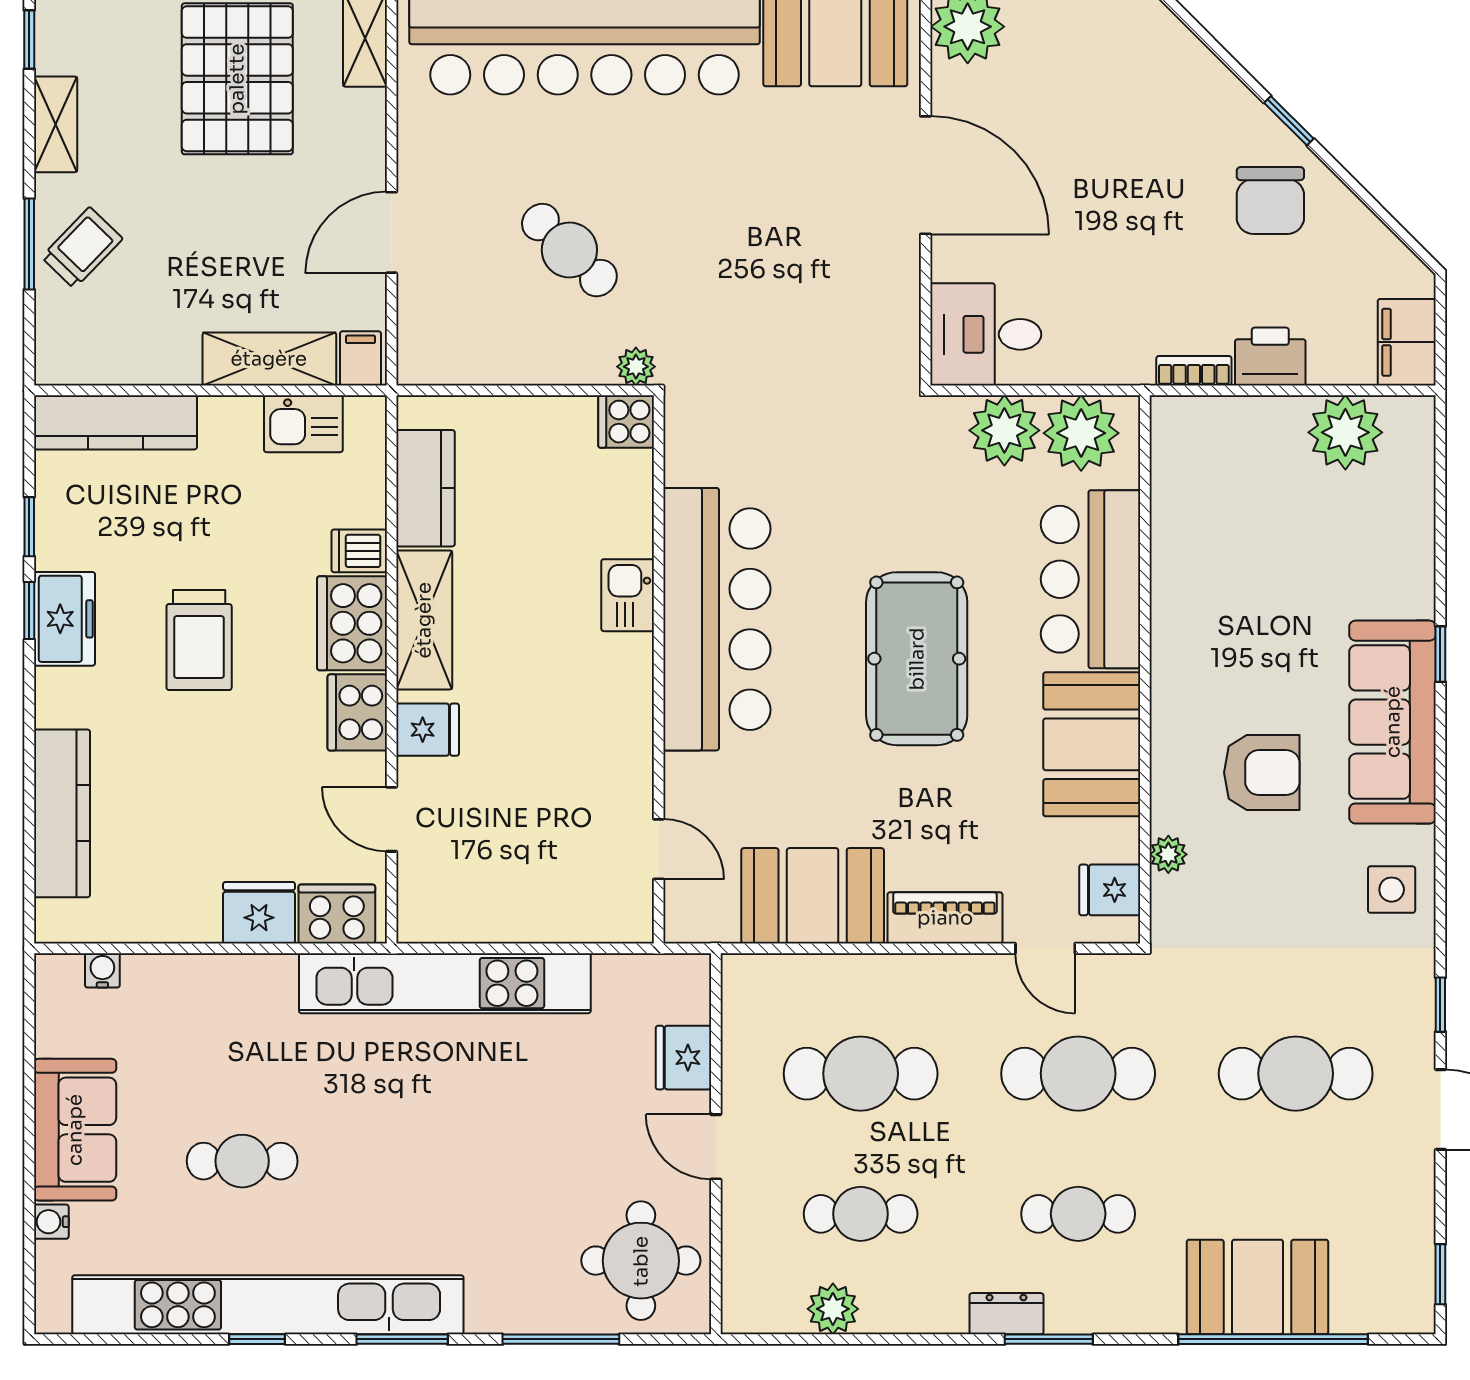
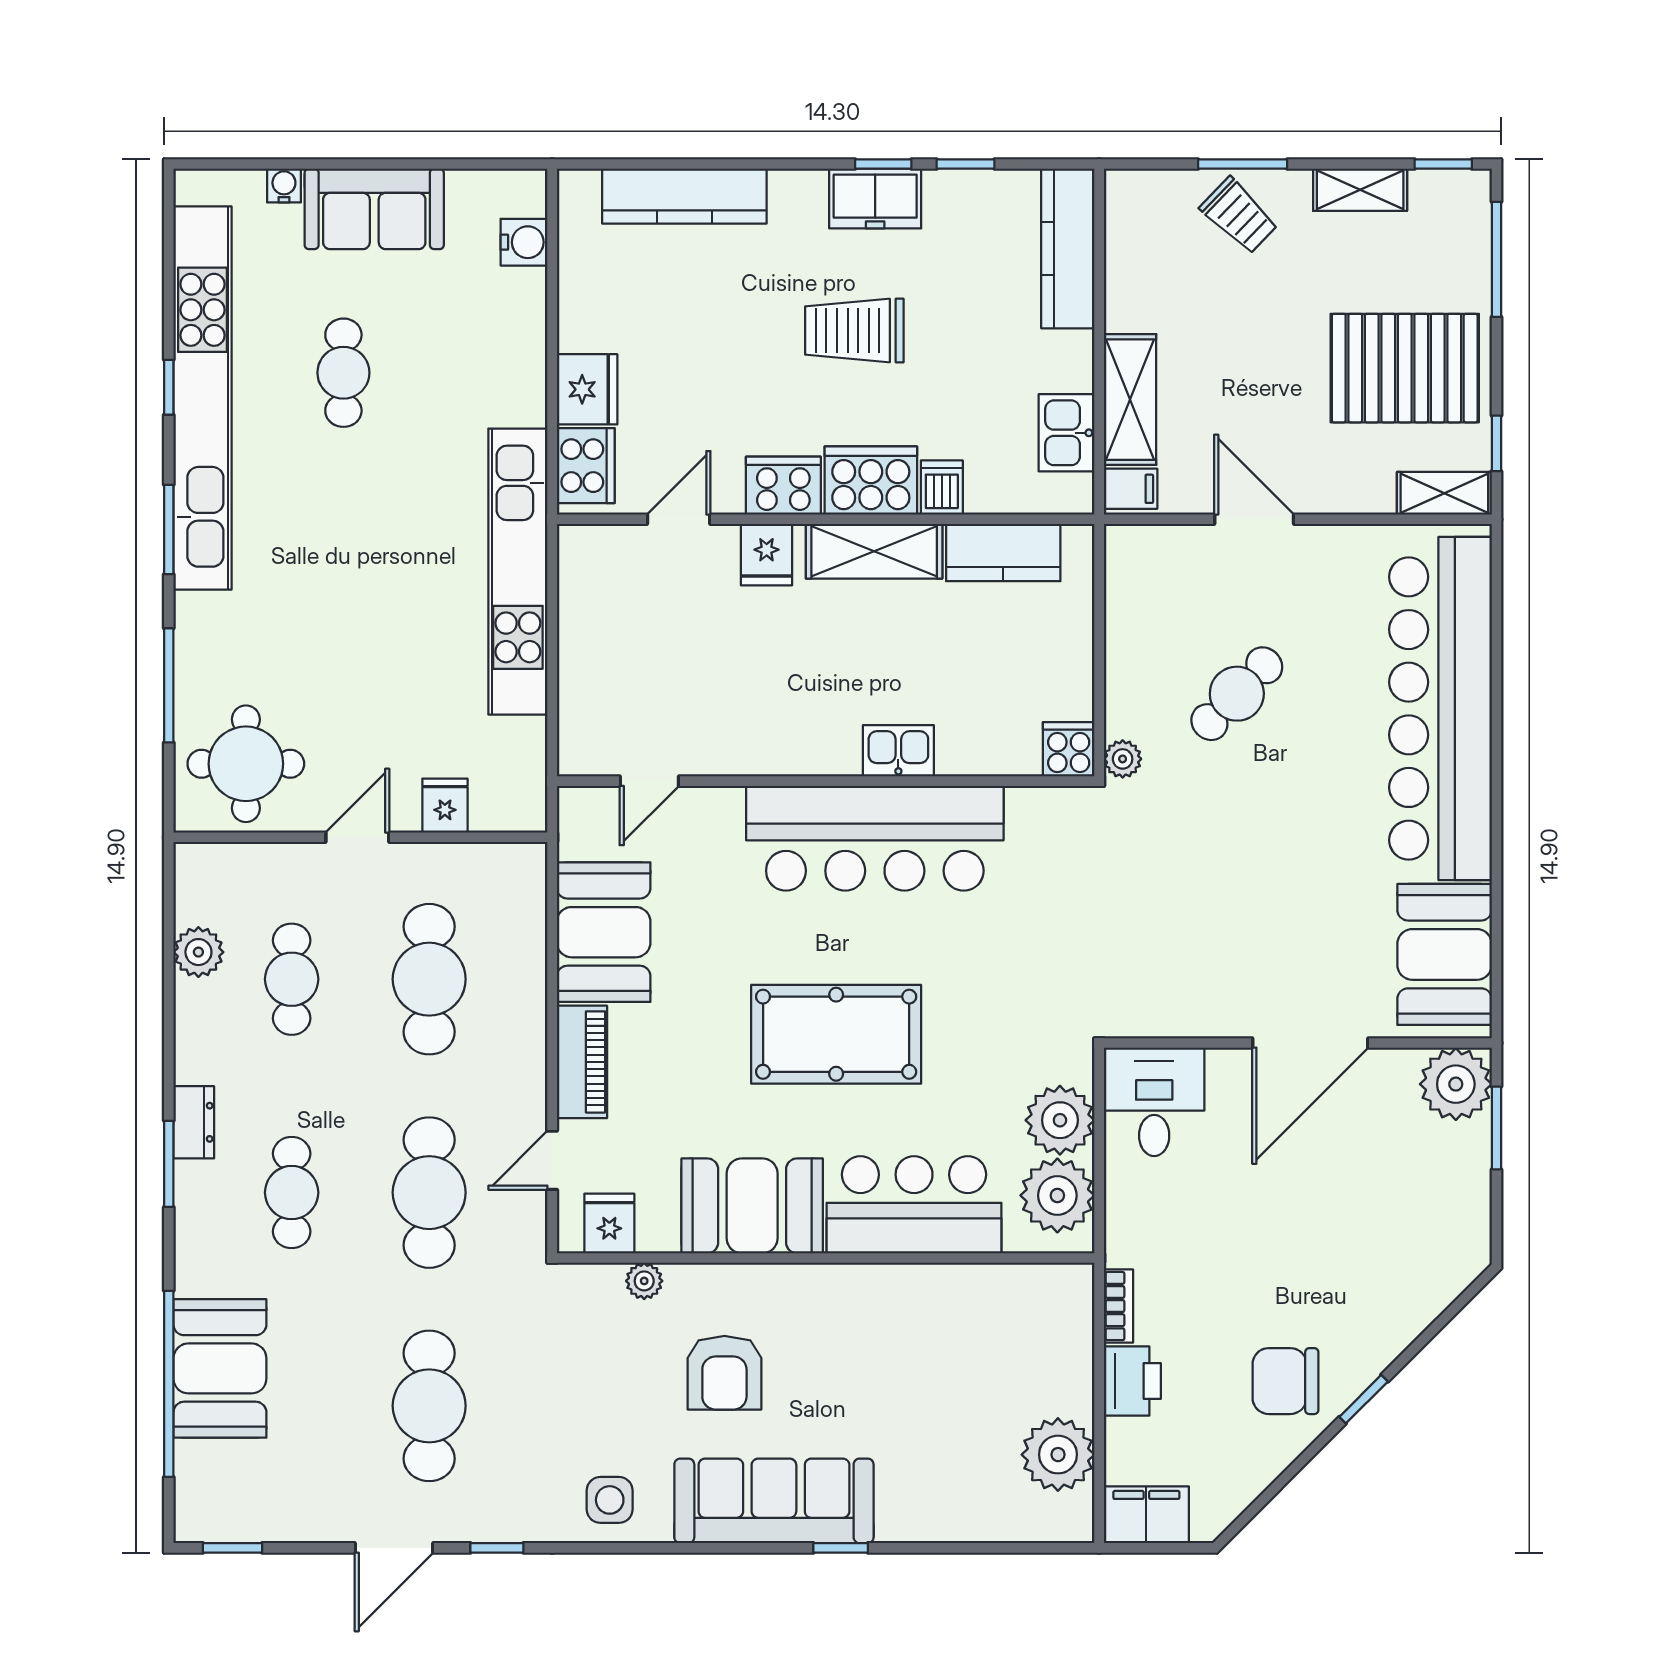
water cooler: (102, 970) -> (524, 242), width x1.38, depth x1.38
fridge: (683, 1058) -> (445, 806), width x0.72

